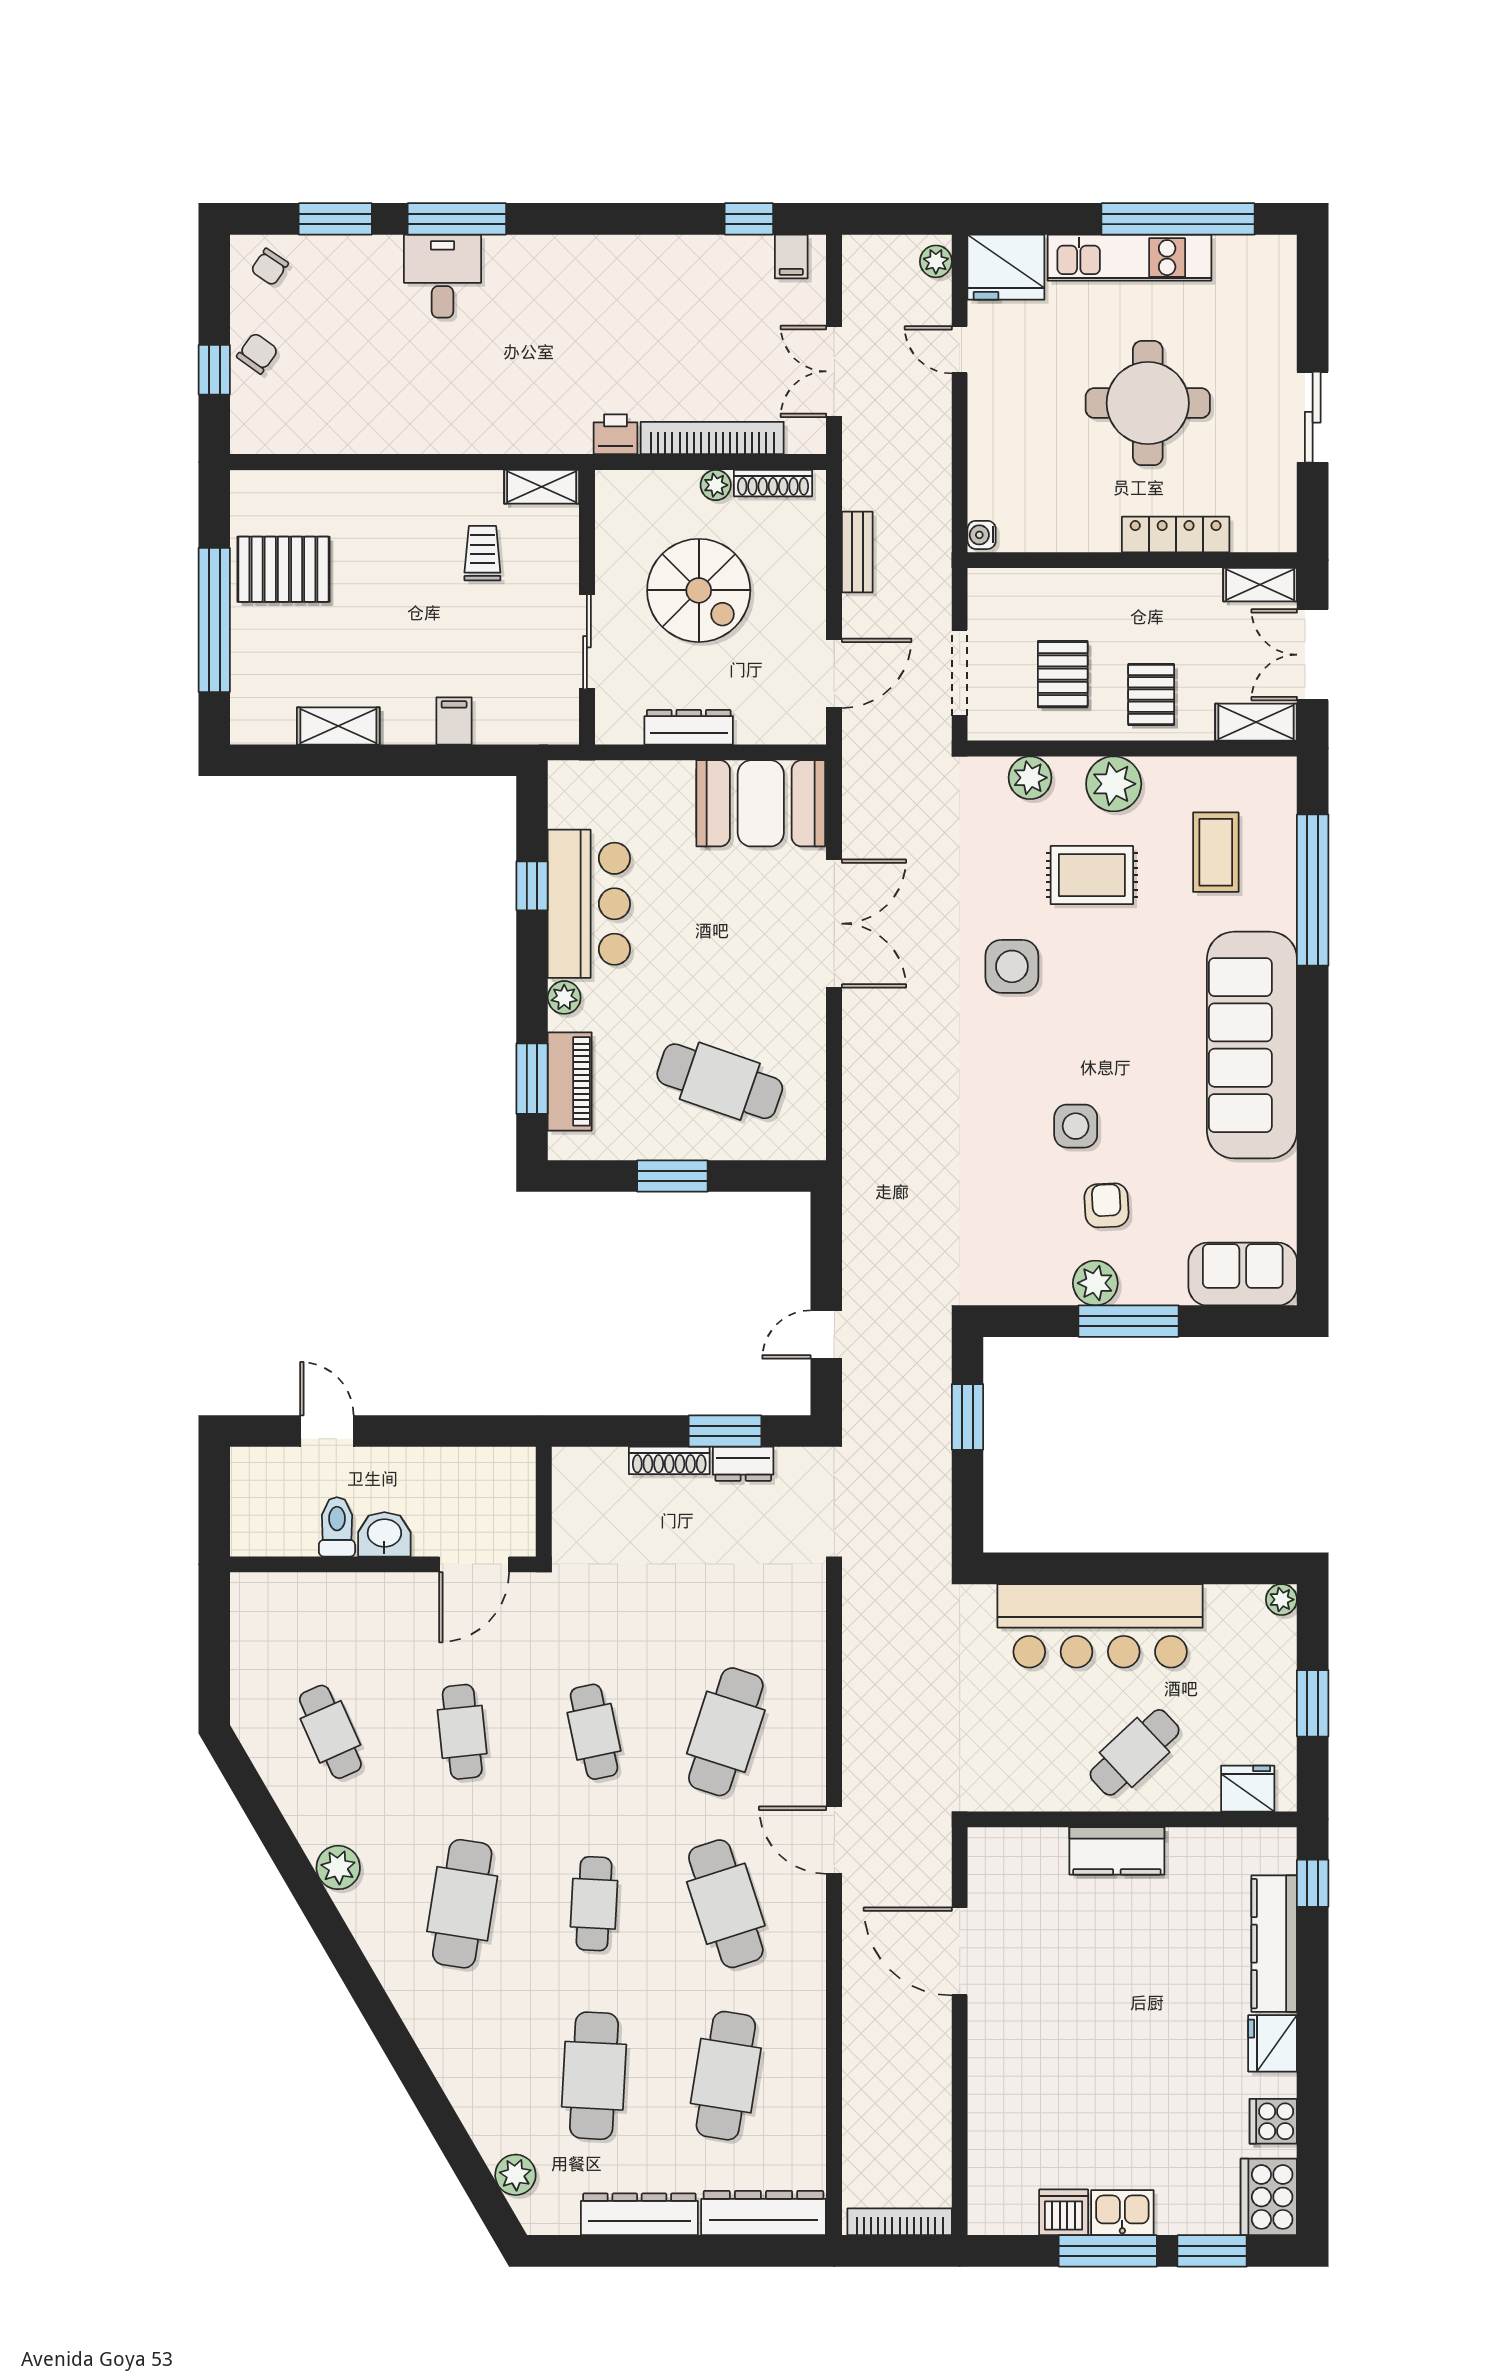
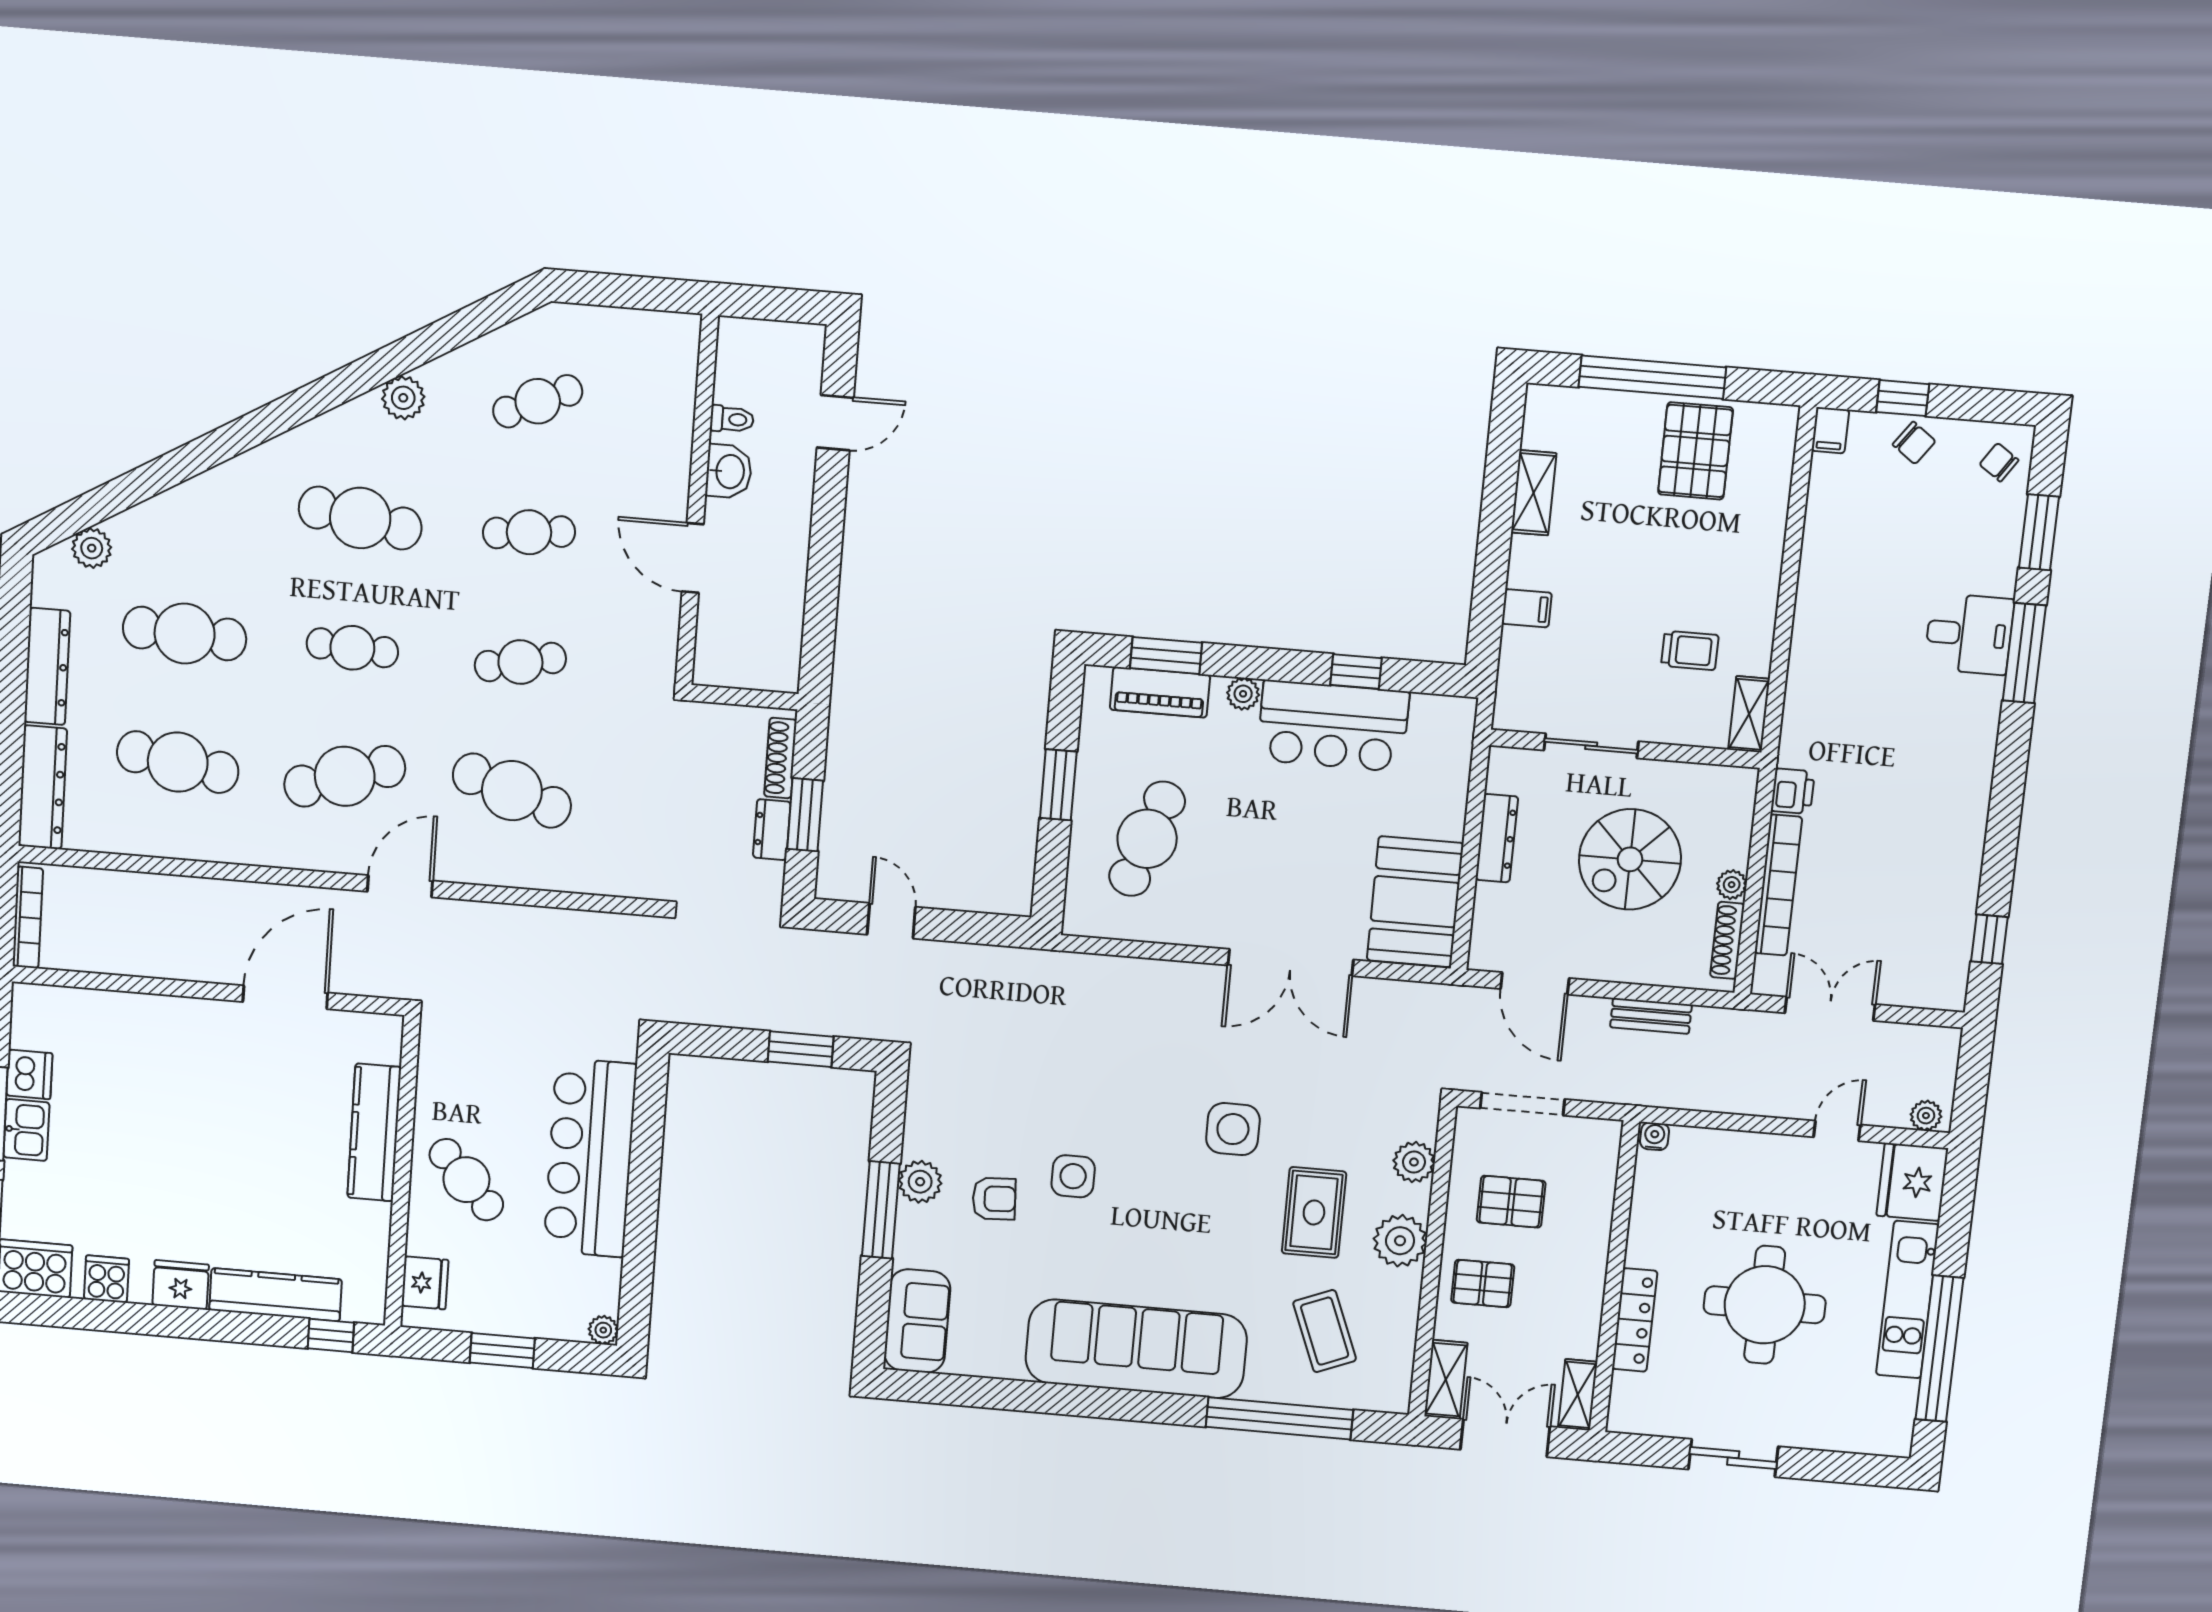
filing cabinet: (791, 256) -> (1830, 430), moved, turned -90
coffee table: (1216, 852) -> (1325, 1331), turned 68
wall: (544, 1502) -> (744, 697), moved
toilet: (337, 1527) -> (732, 419), width x0.73, depth x0.72
kitchen counter: (1117, 1851) -> (374, 1132), width x1.50

